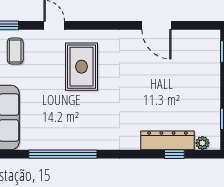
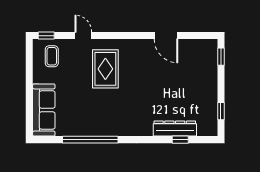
plant: (202, 143) -> (203, 131), removed

